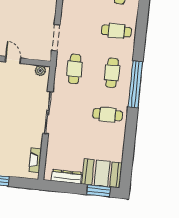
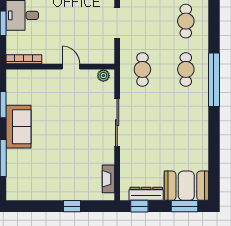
cafe table: (116, 31) -> (186, 21), turned 90
doorway: (56, 38) -> (117, 23), moved
cafe table: (108, 115) -> (186, 118), removed
window: (60, 187) -> (139, 206), added

